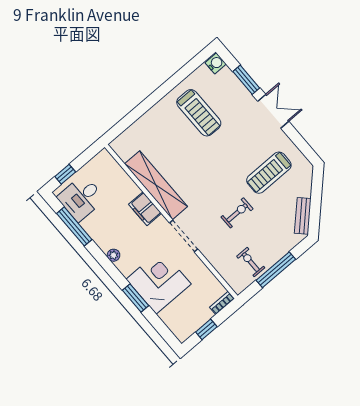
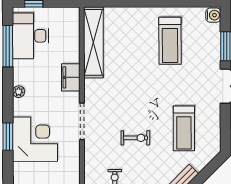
treadmill: (269, 173) -> (184, 128), turned -90
shelving: (156, 185) -> (93, 42), moved
desk: (81, 198) -> (31, 36), width x1.37

